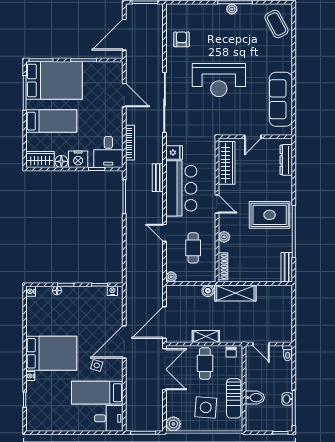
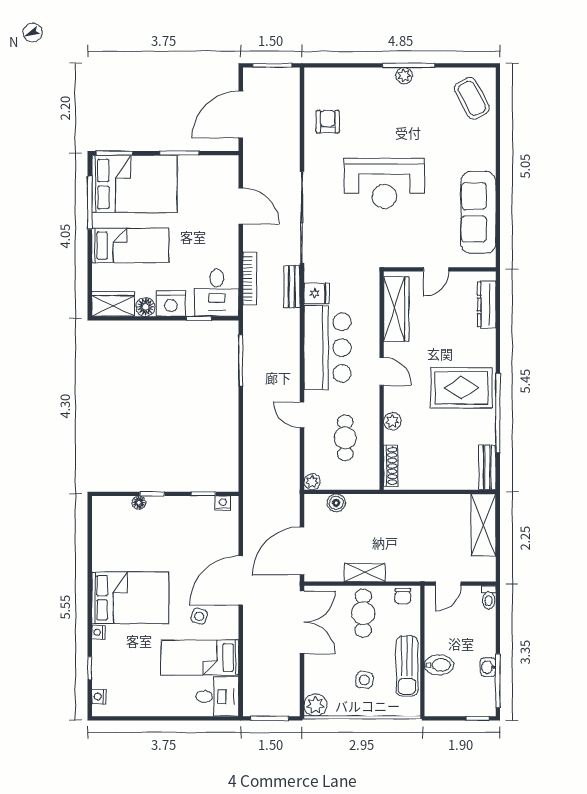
bench: (158, 178) -> (292, 287), moved
nightstand: (31, 291) -> (99, 697), moved
boiler: (208, 291) -> (336, 503), moved
shelving: (235, 293) -> (483, 525), moved, turned 90
door: (261, 344) -> (448, 584), hinge flipped
side table: (206, 407) -> (364, 680), width x0.54, depth x0.54

